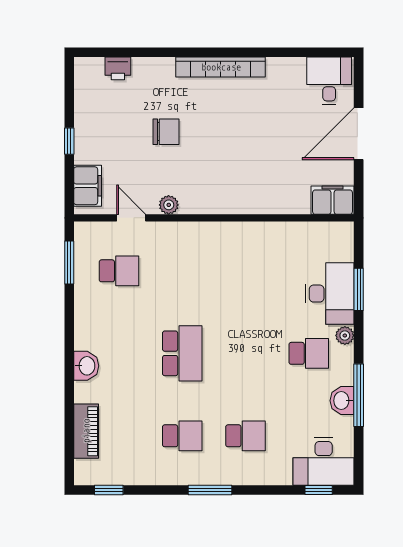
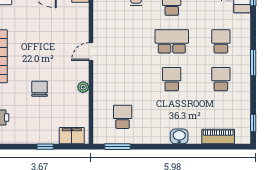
door: (131, 218) -> (91, 52), moved
school desk: (182, 353) -> (172, 79), width x0.54
school desk: (246, 353) -> (172, 41), added

